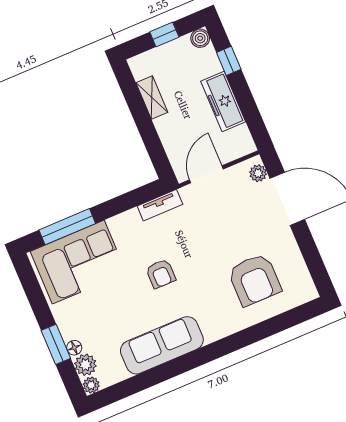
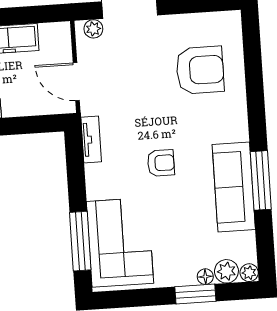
window: (176, 367) -> (261, 180), added

